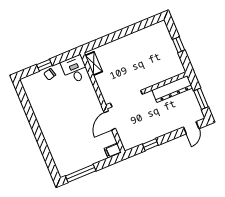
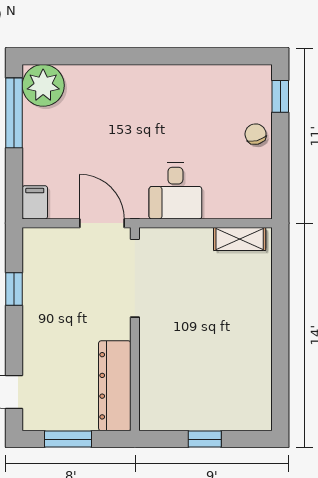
window: (44, 65) -> (280, 96), moved
desk: (75, 69) -> (175, 191), moved, turned 90
plant: (65, 166) -> (43, 85), added

